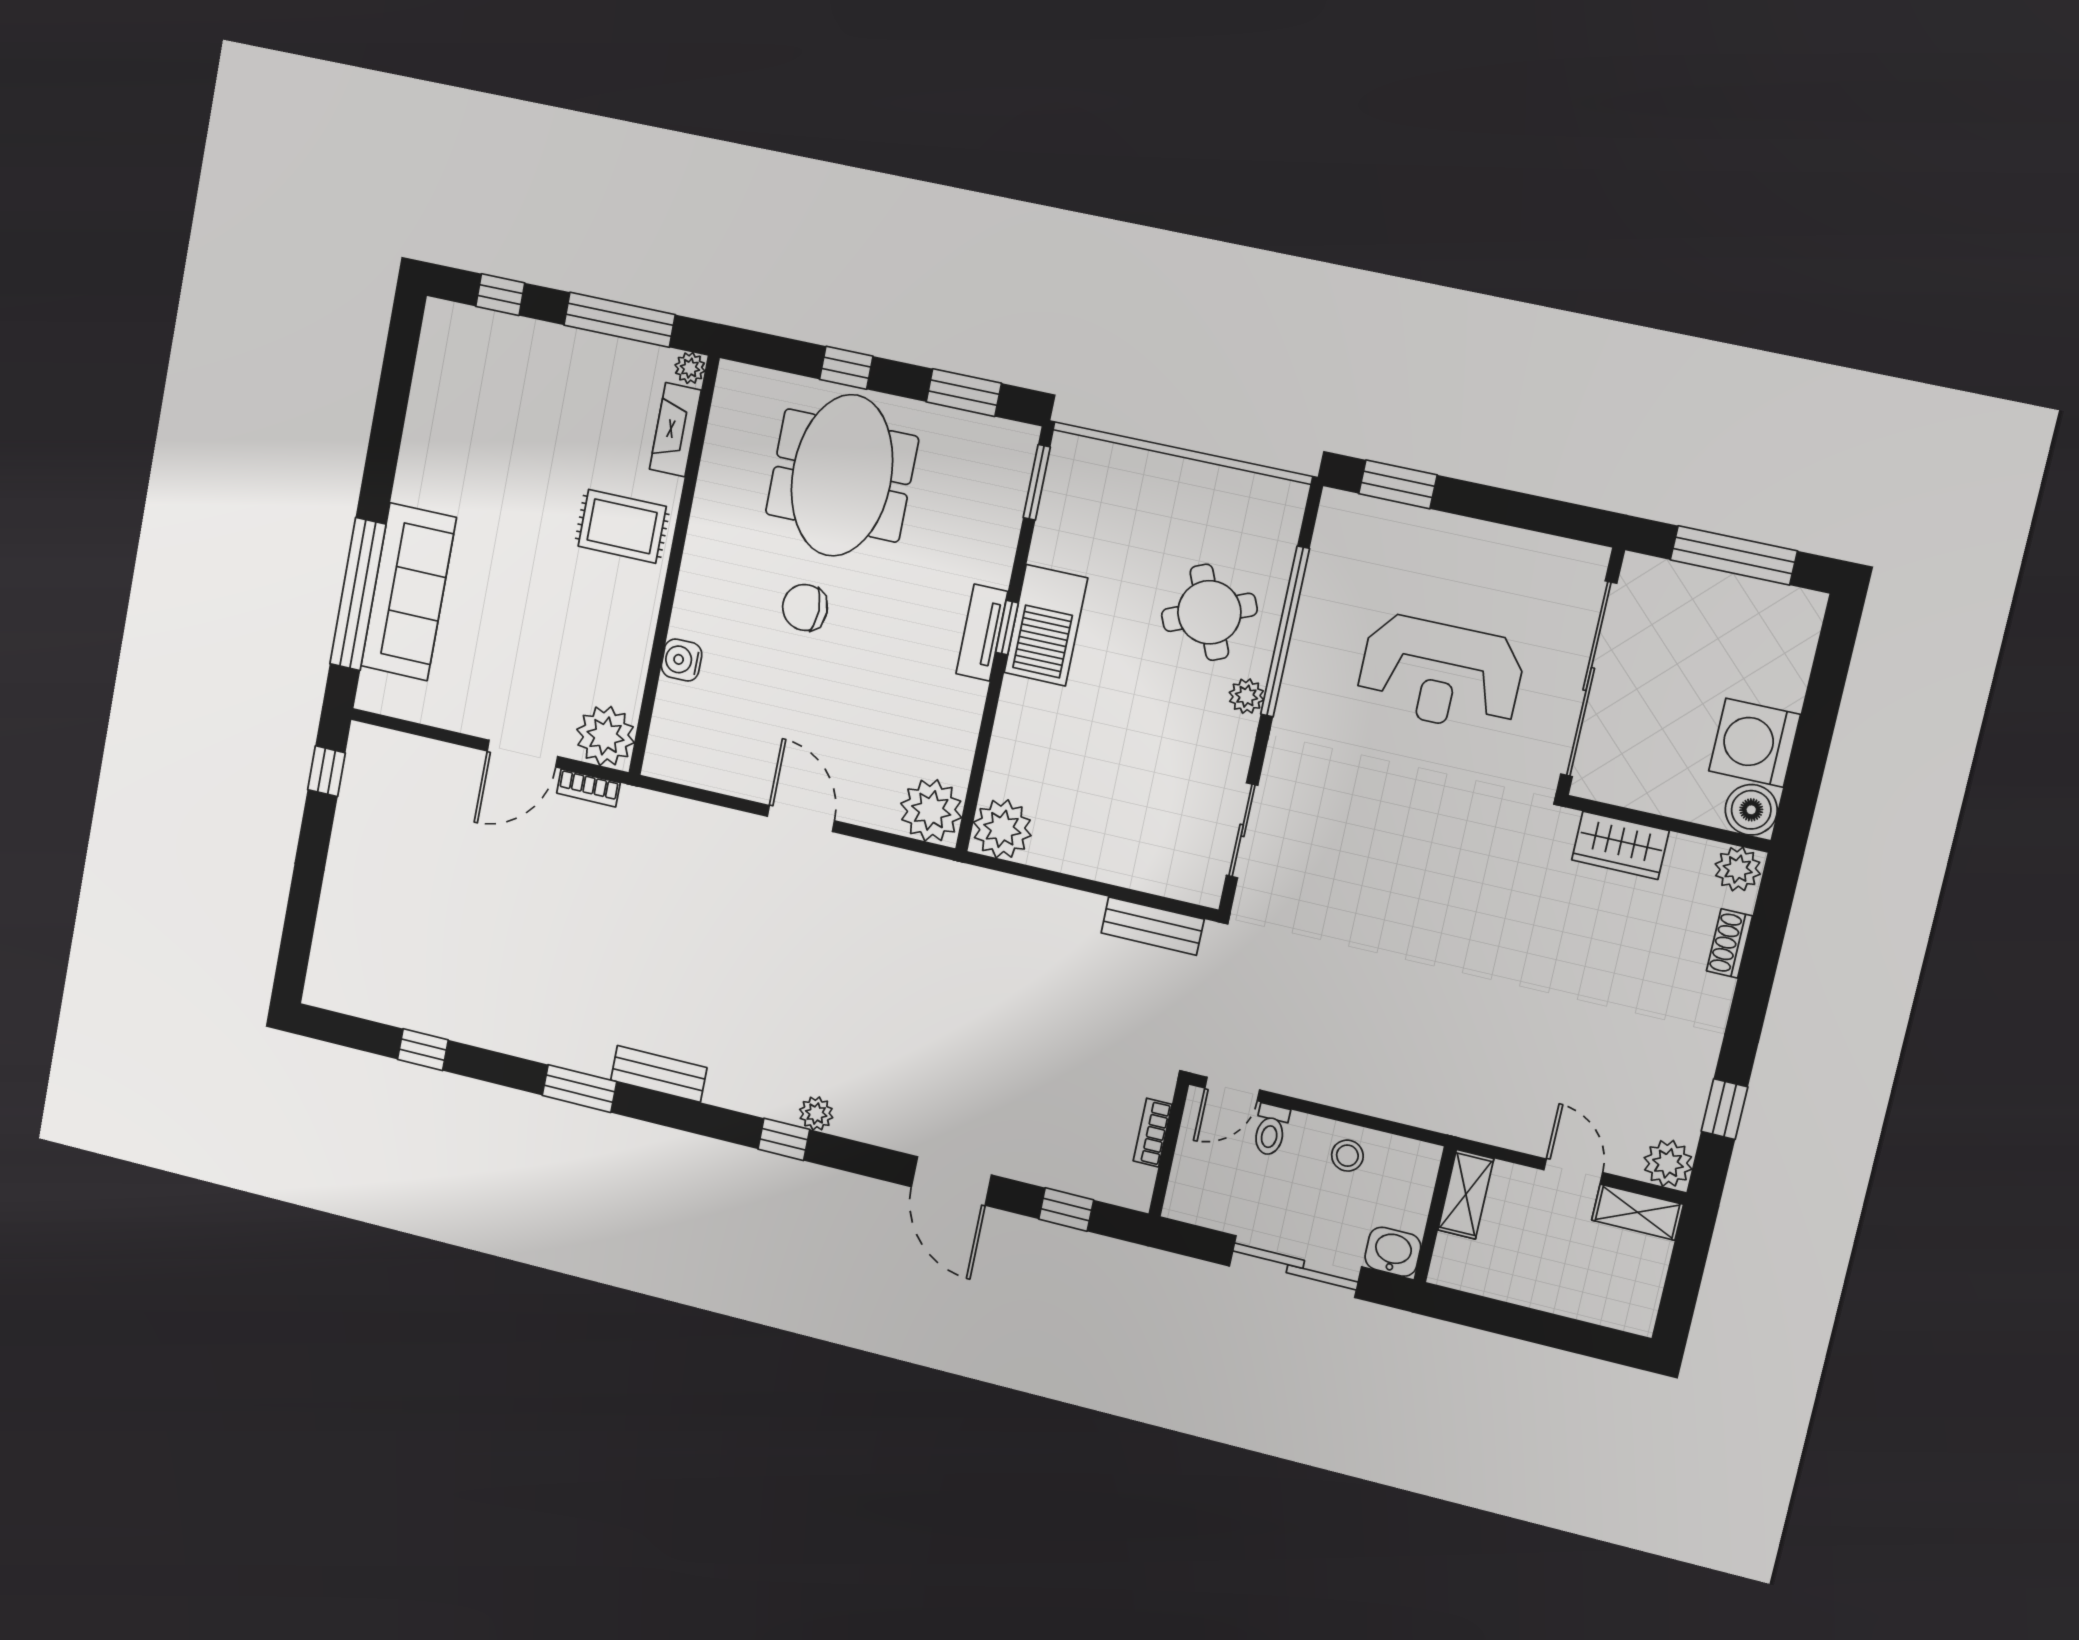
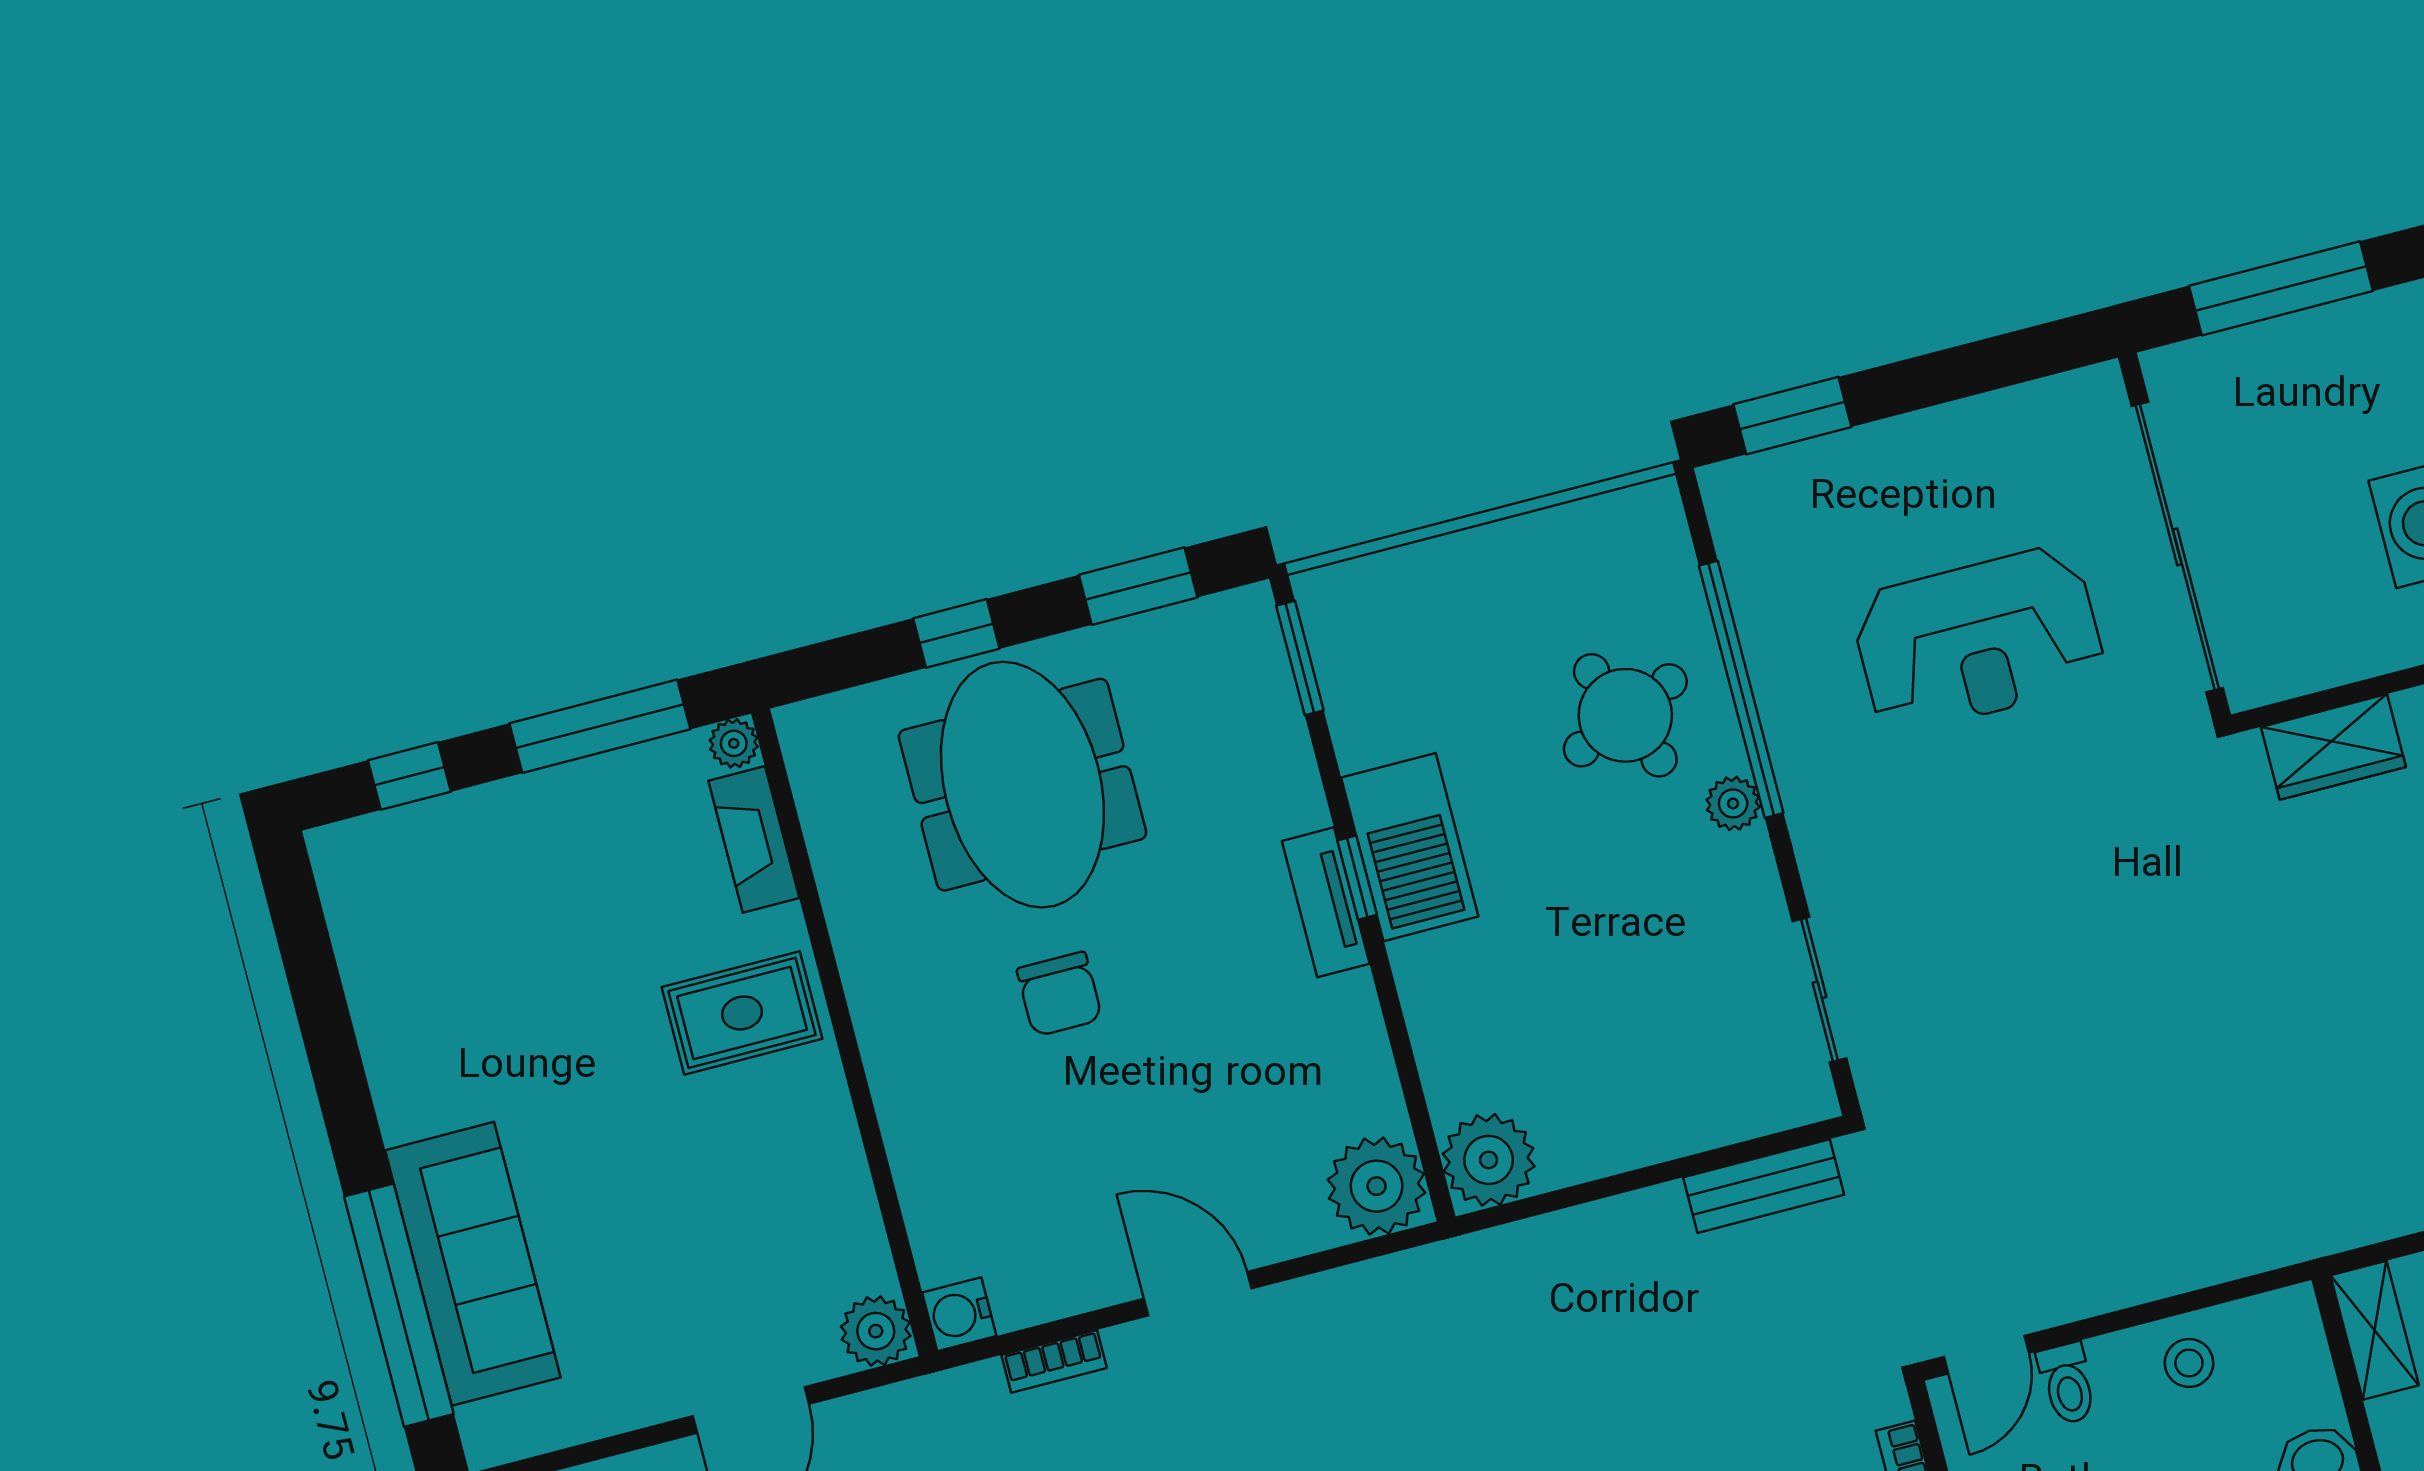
chair: (805, 607) -> (1059, 994), turned -90
water cooler: (682, 660) -> (959, 1314), moved
plant: (606, 736) -> (876, 1331), width x0.73, depth x0.73
bookcase: (588, 788) -> (1054, 1361), moved

